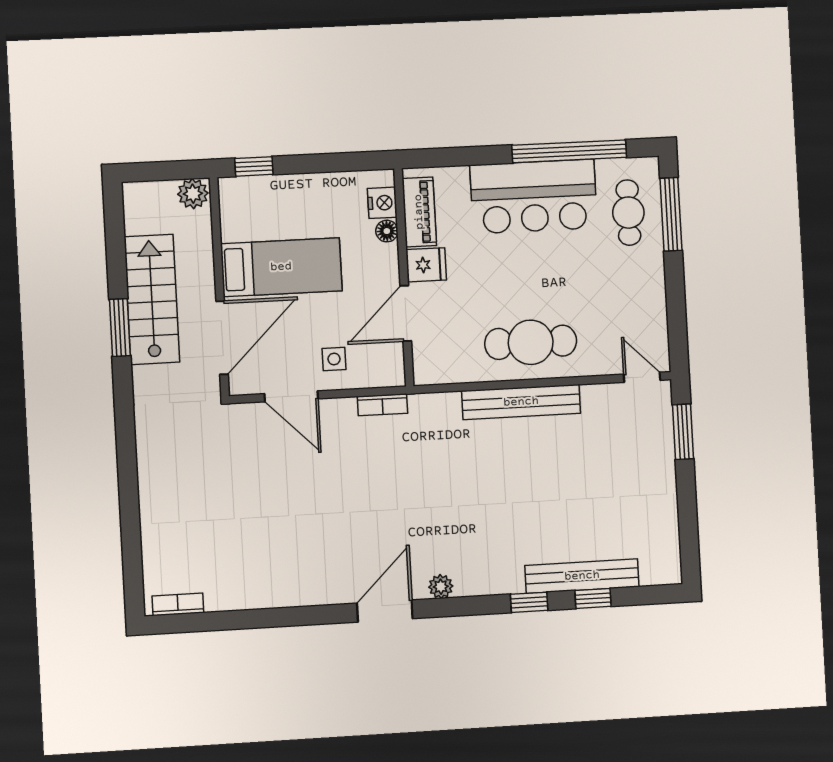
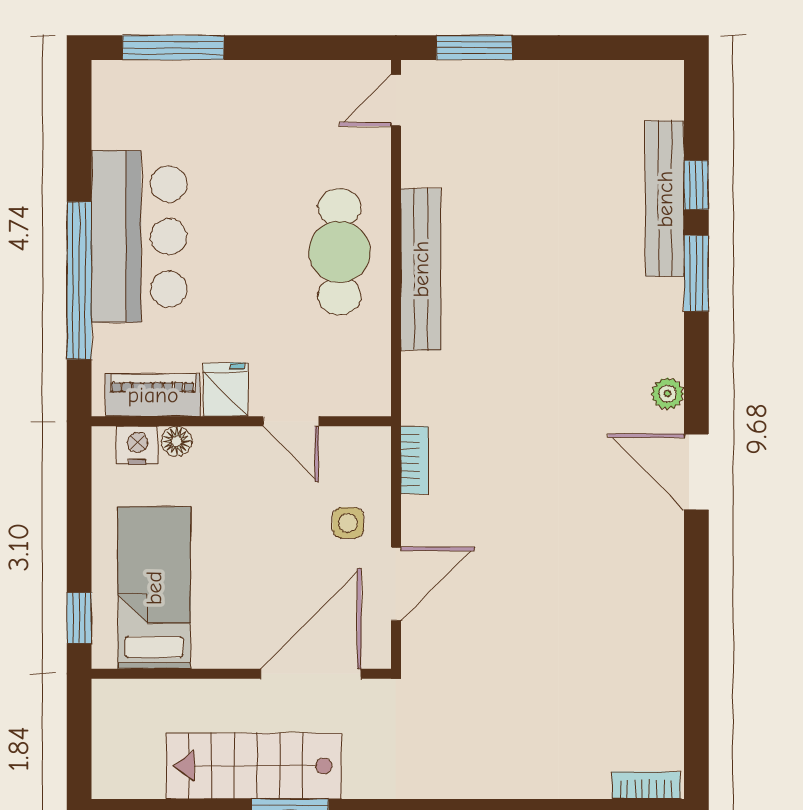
window: (569, 151) -> (79, 281), moved
plant: (193, 194) -> (112, 703), removed
cafe table: (628, 213) -> (168, 107), removed
bed: (281, 267) -> (154, 588), moved
door: (406, 313) -> (291, 421), width x0.73
door: (222, 338) -> (311, 674), hinge flipped
window: (529, 602) -> (696, 273), width x1.50
bookcase: (178, 604) -> (646, 785), moved, turned 90

